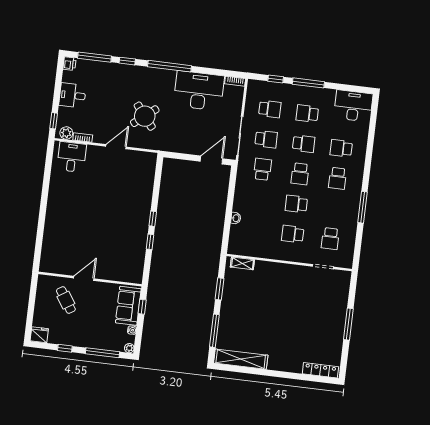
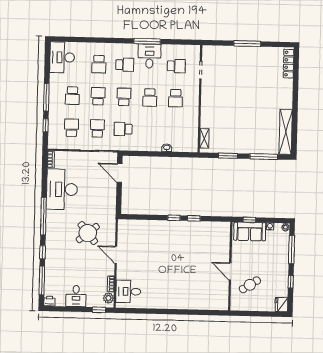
school desk: (300, 174) -> (124, 97), turned -90
desk: (345, 208) -> (149, 56), added

